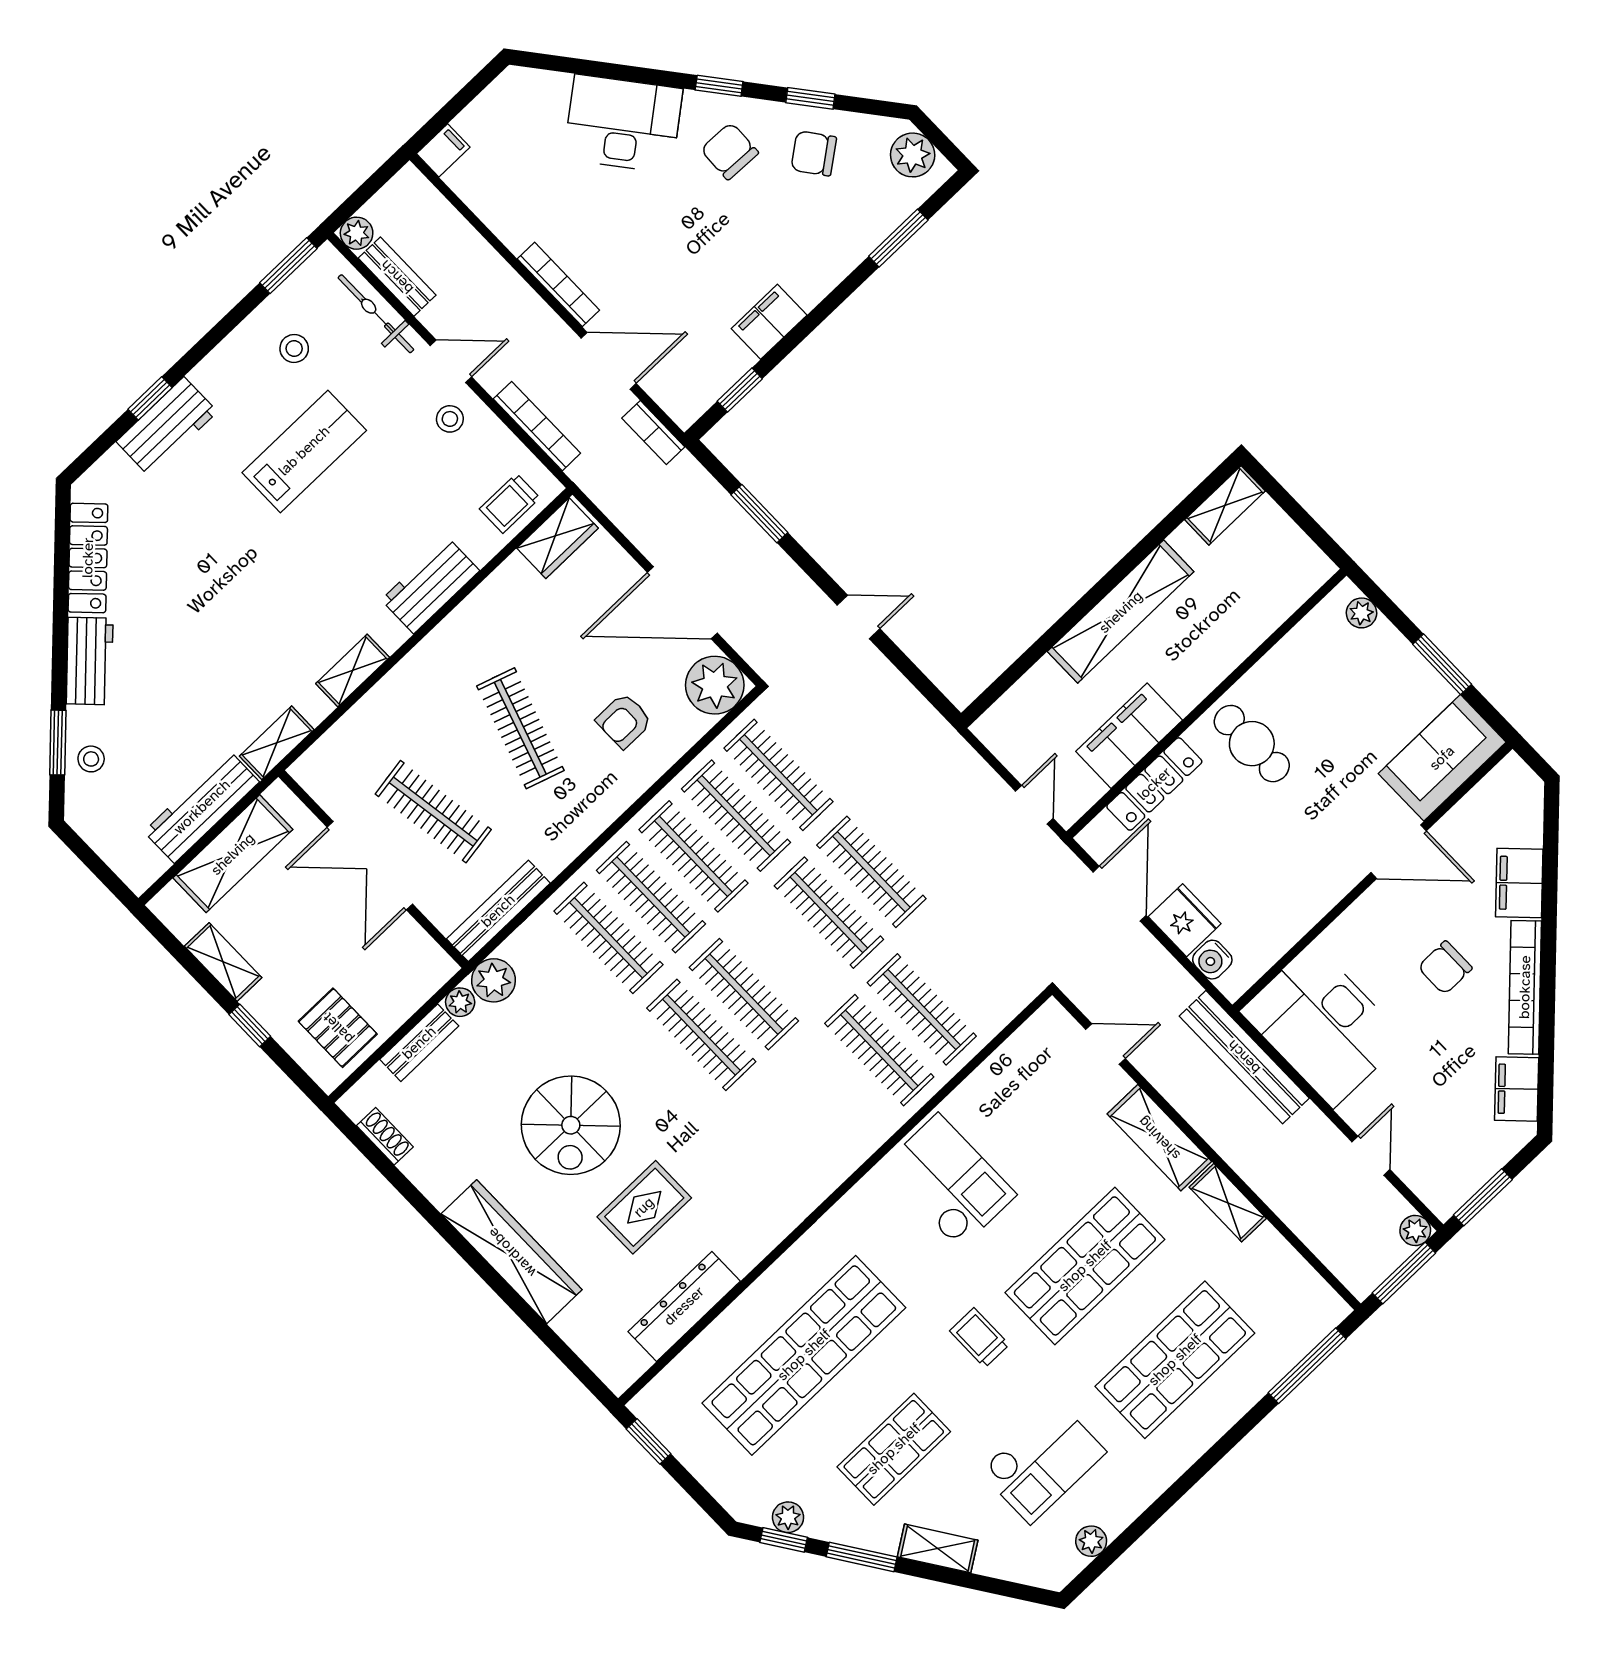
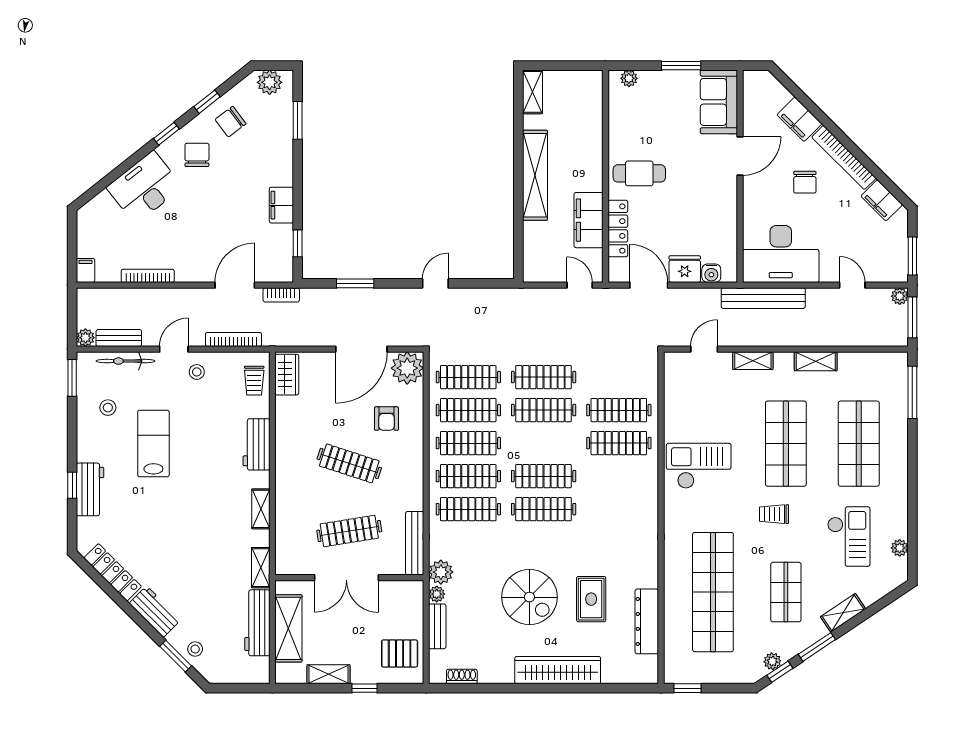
chair: (730, 151) -> (197, 155), turned 88
bookcase: (558, 284) -> (148, 276), moved
shelving: (1159, 1138) -> (753, 361), width x0.67, depth x0.75

